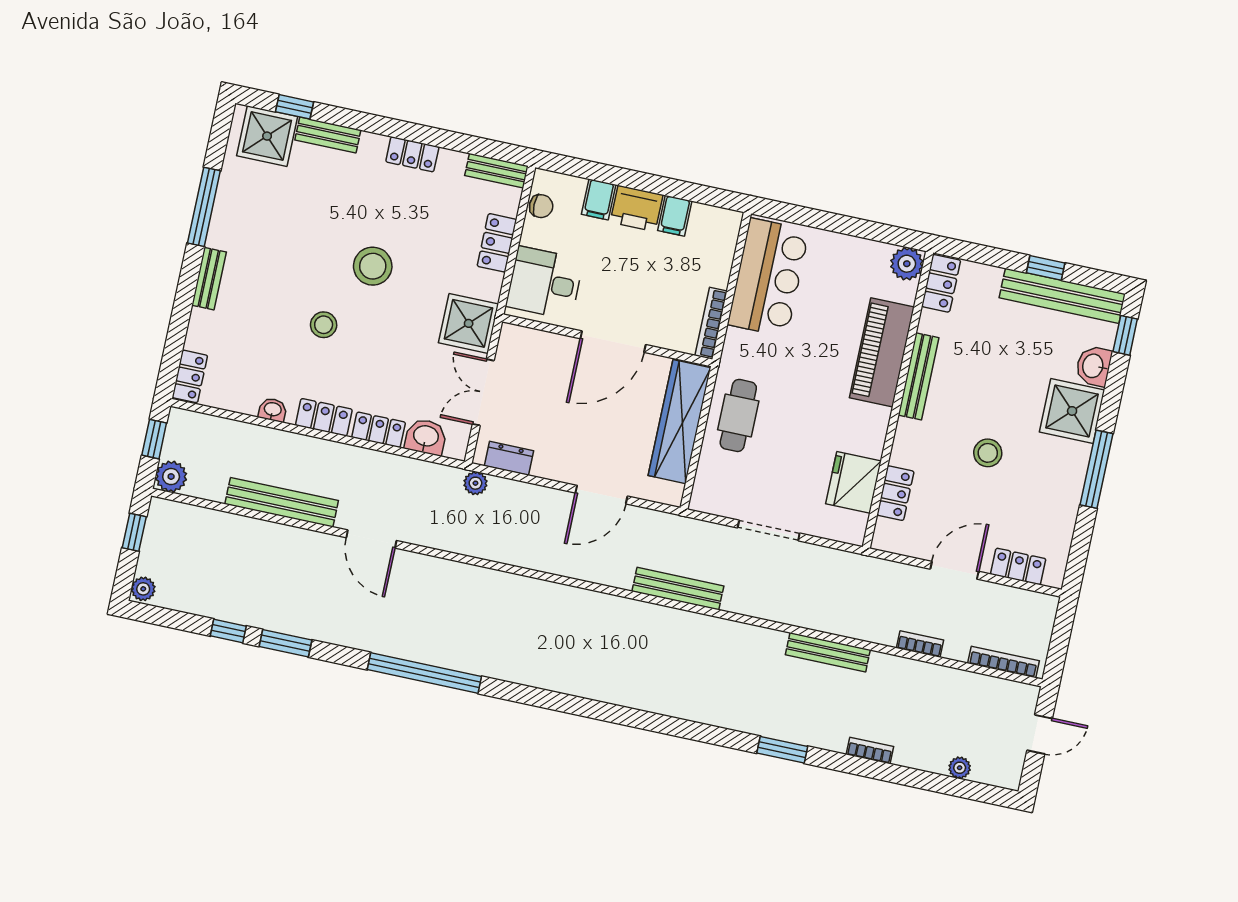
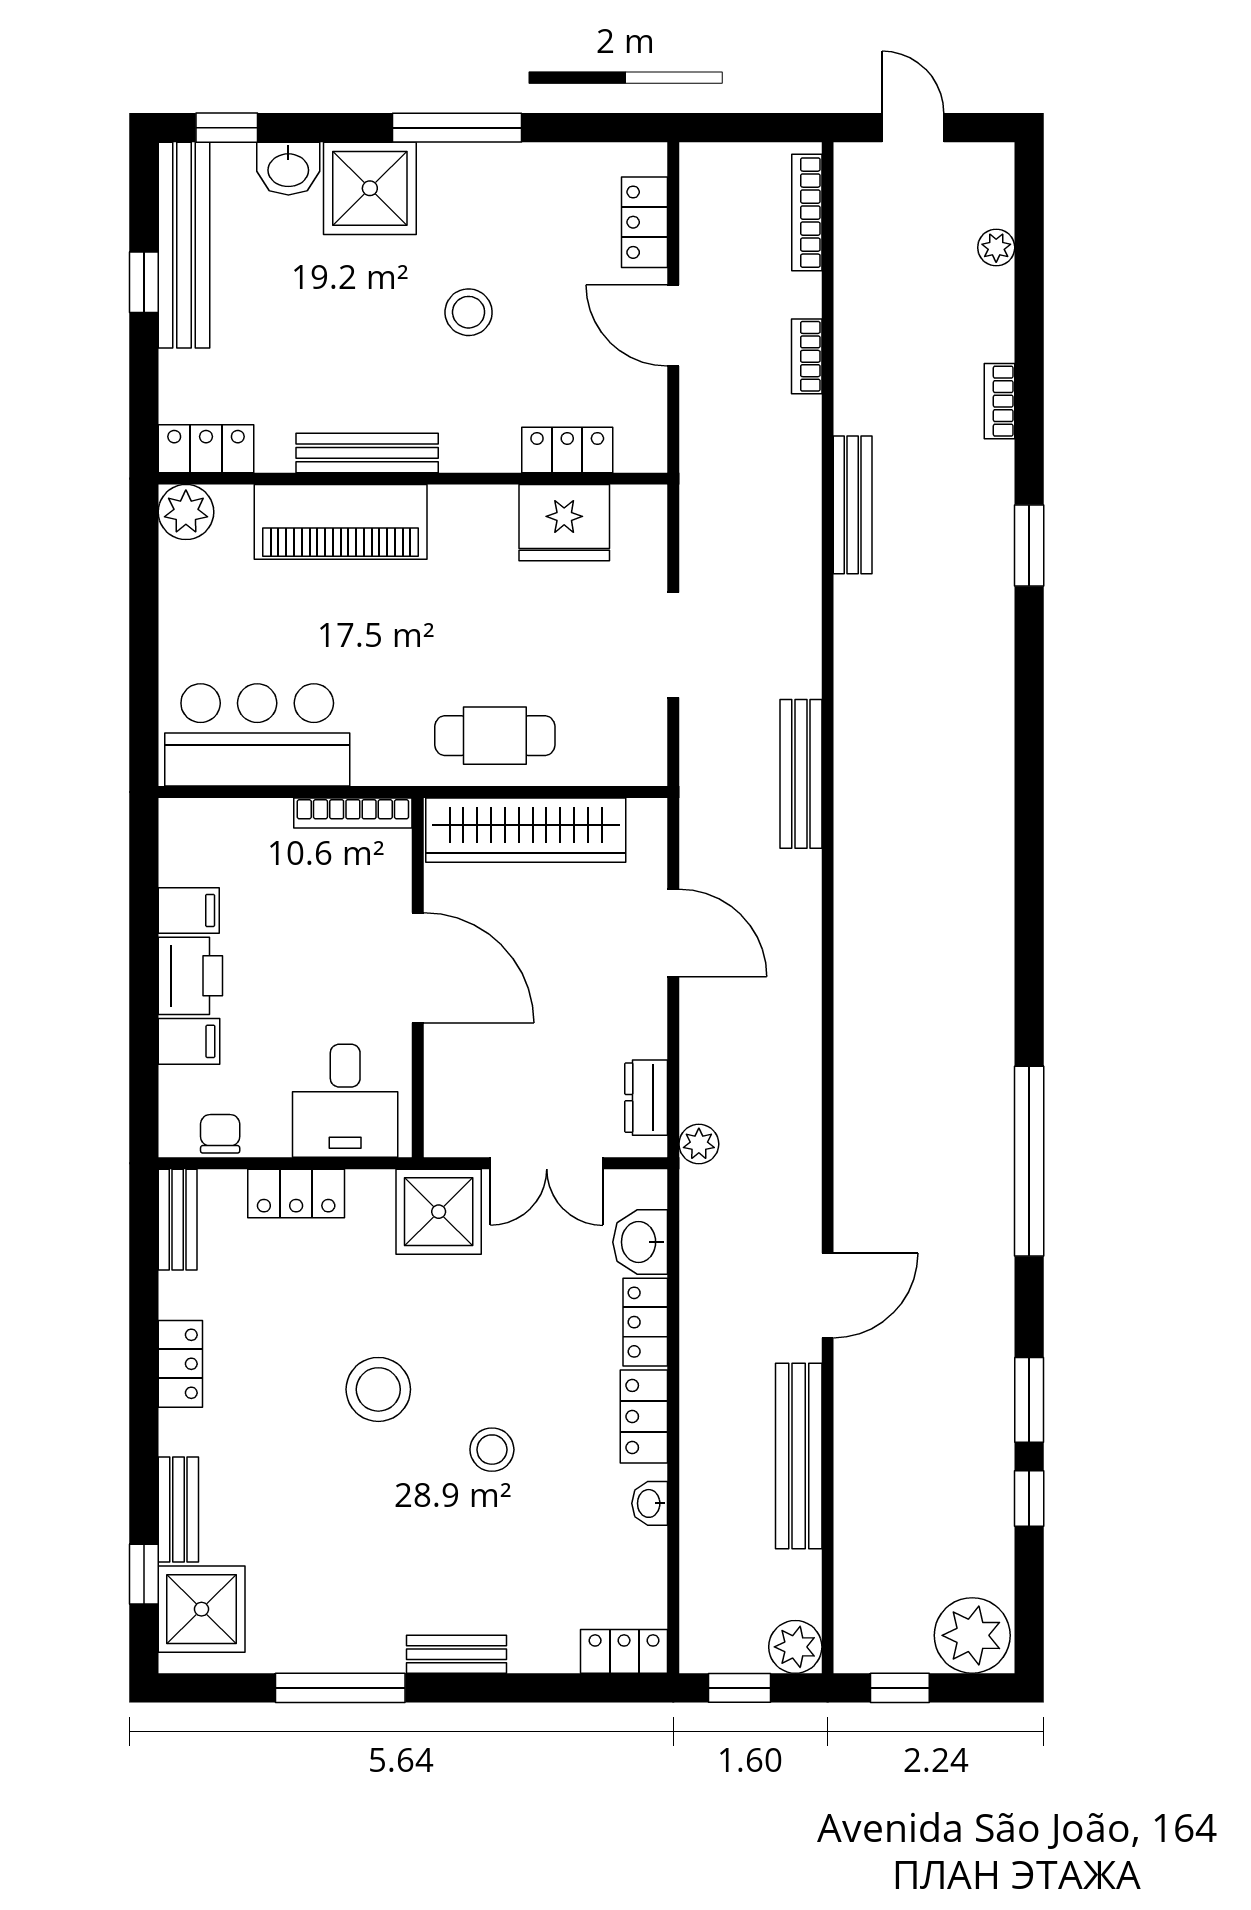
plant: (143, 589) -> (972, 1635), width x1.87, depth x1.87

